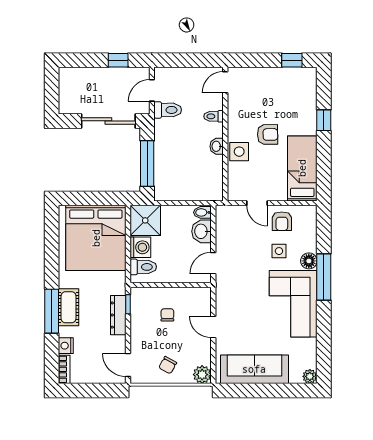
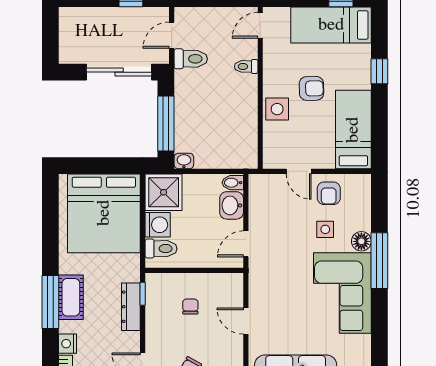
bed: (284, 82) -> (331, 25), added
washbasin: (217, 146) -> (184, 161), moved, turned 90

